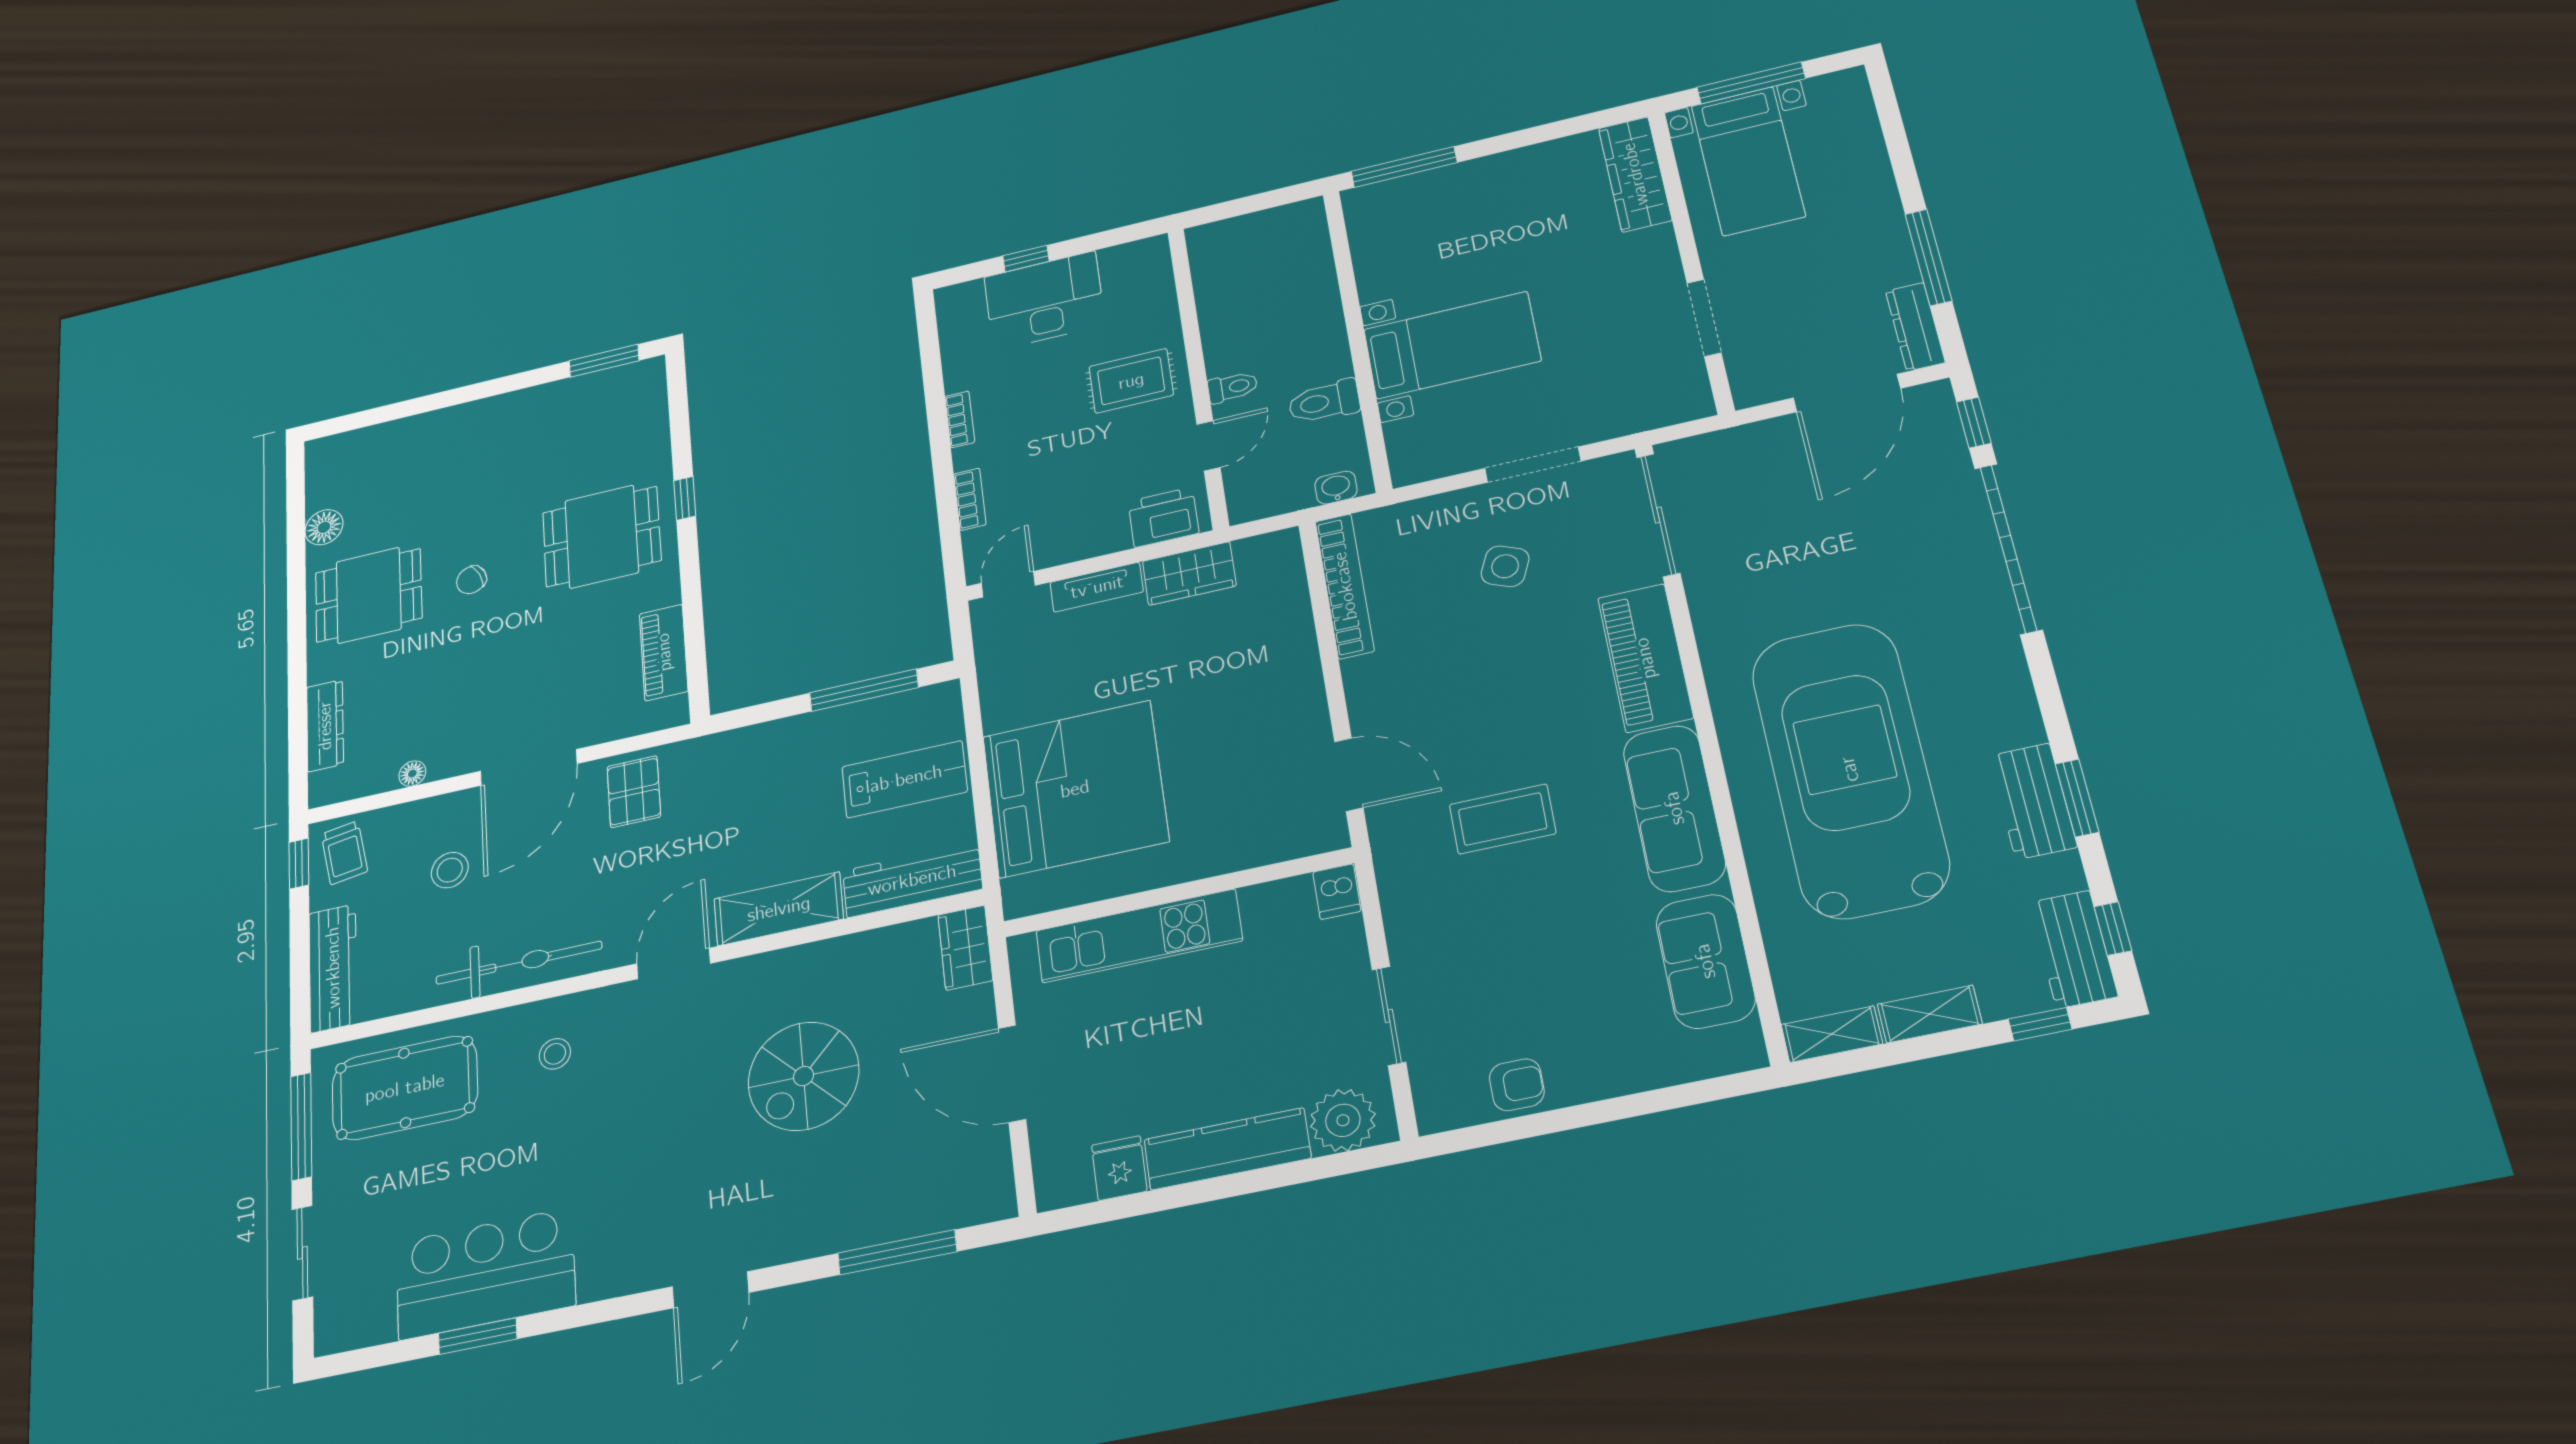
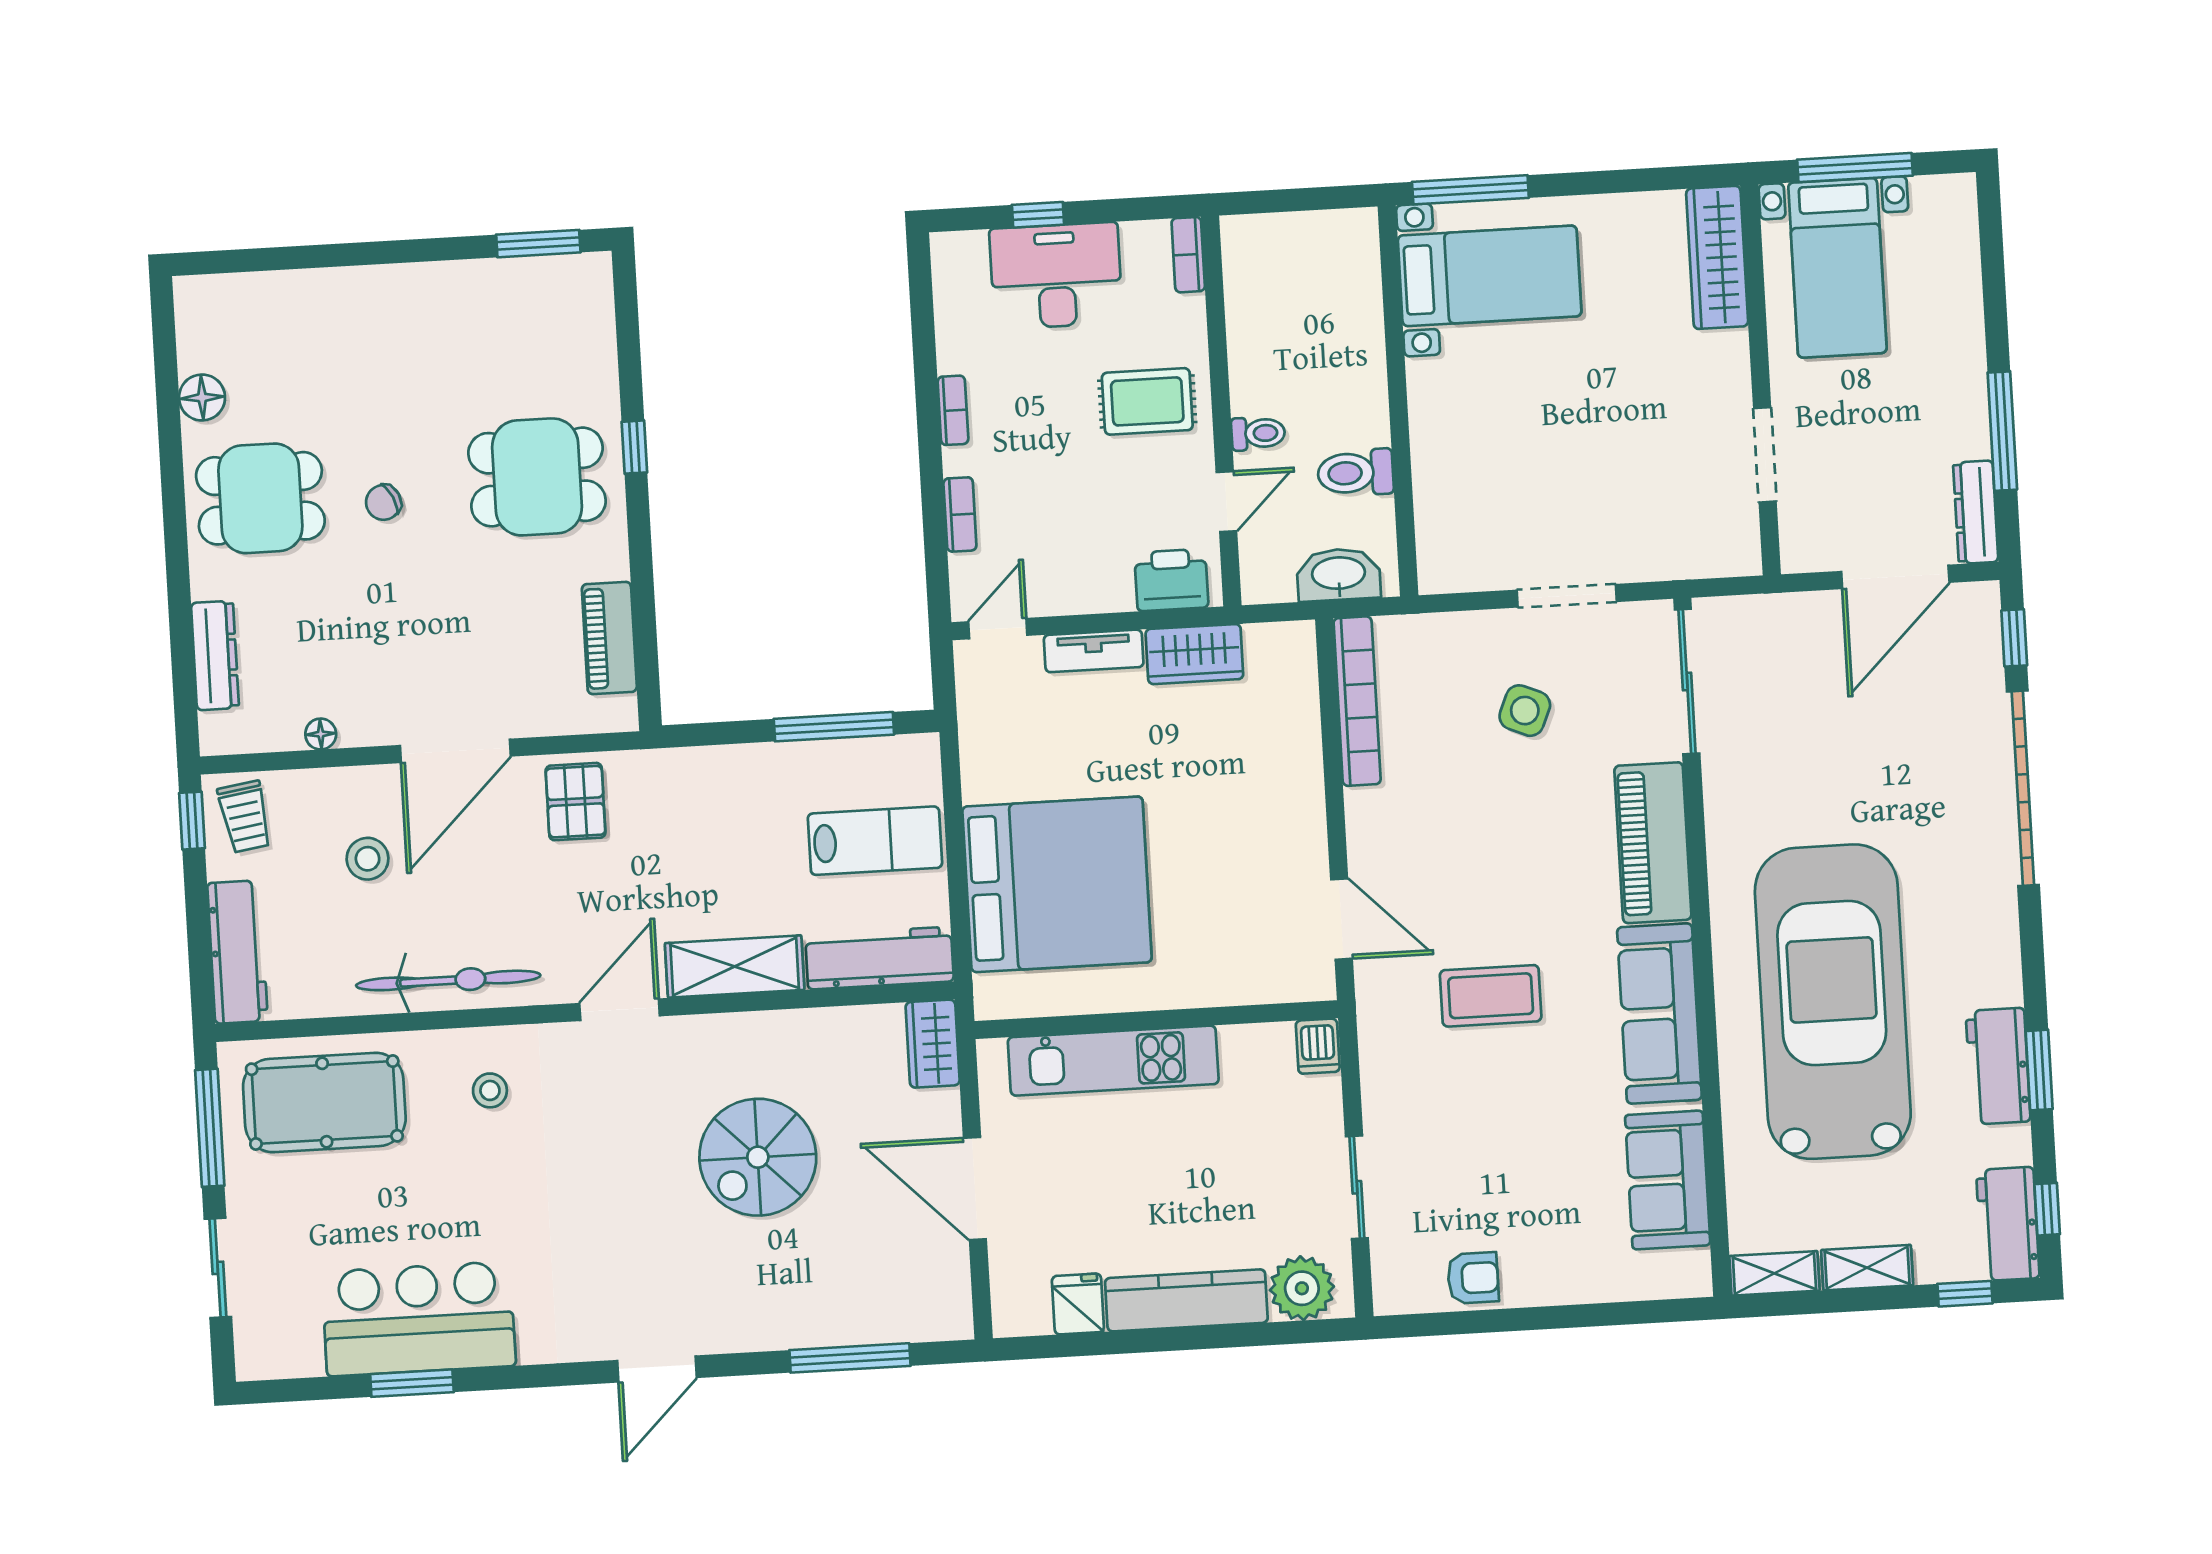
bookcase: (1159, 263) -> (1188, 255), added
bed with nightstands: (1452, 345) -> (1490, 276), moved
washbasin: (1336, 488) -> (1339, 575), width x1.91, depth x1.45

